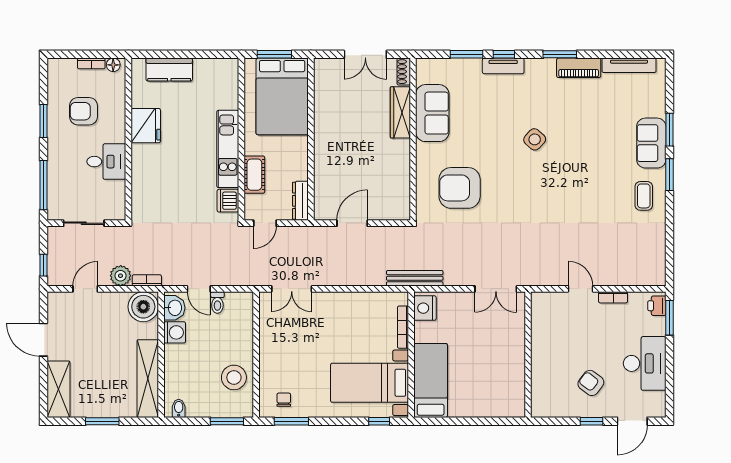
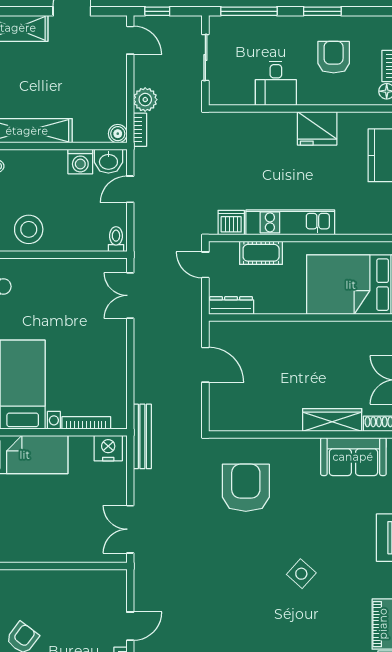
sofa: (432, 113) -> (353, 457), moved
door: (85, 289) -> (130, 40), moved
toilet: (217, 303) -> (116, 239), moved, turned 90
boiler: (143, 307) -> (118, 134), width x0.54, depth x0.54

